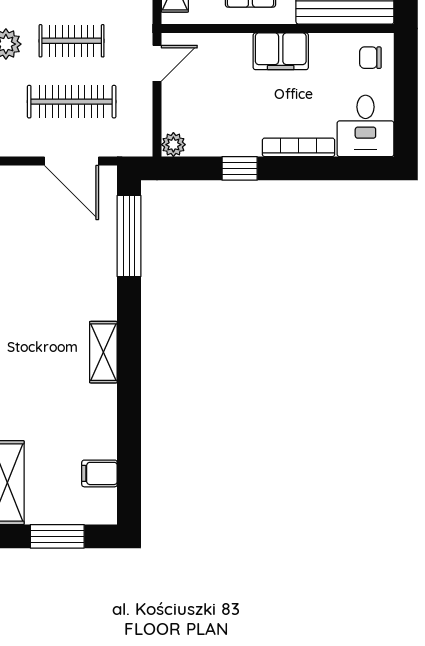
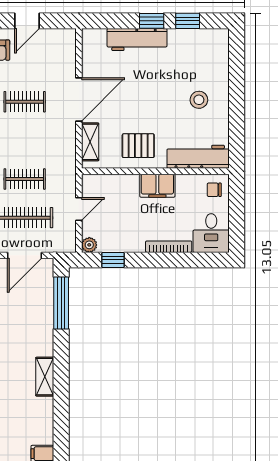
door: (157, 63) -> (79, 209), moved
door: (71, 161) -> (25, 255), hinge flipped
window: (240, 168) -> (113, 260), moved

